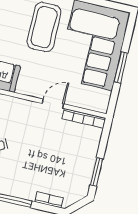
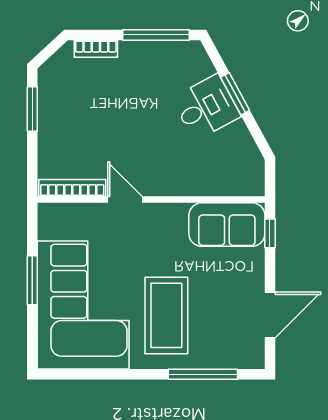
door: (53, 104) -> (125, 200), swing flipped

